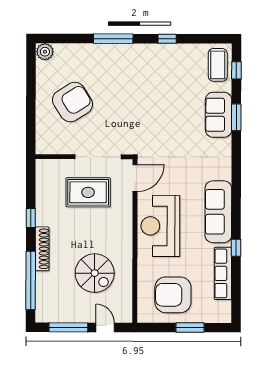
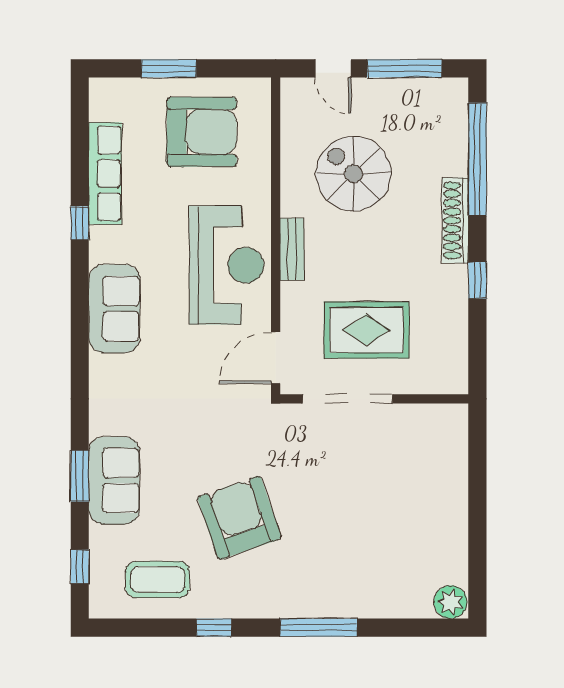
coffee table: (218, 65) -> (158, 580), moved, turned 90
armchair: (73, 102) -> (239, 518), moved, turned 103
sofa: (218, 212) -> (114, 309), width x0.73
bench: (126, 234) -> (292, 249), added

